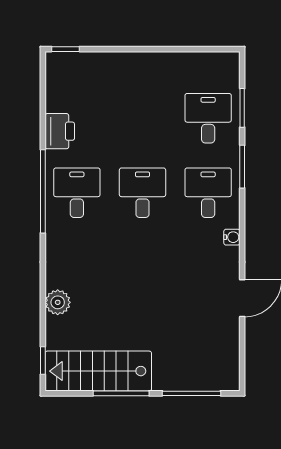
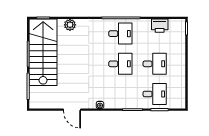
printer: (60, 131) -> (160, 26), moved
desk: (208, 193) -> (155, 64), moved
stairs: (98, 371) -> (43, 52), width x1.36, depth x1.51

